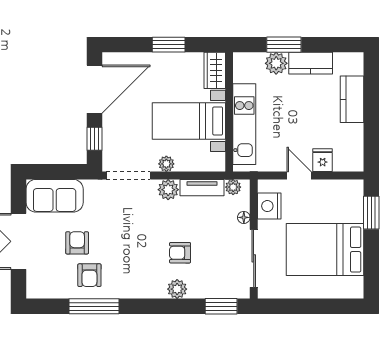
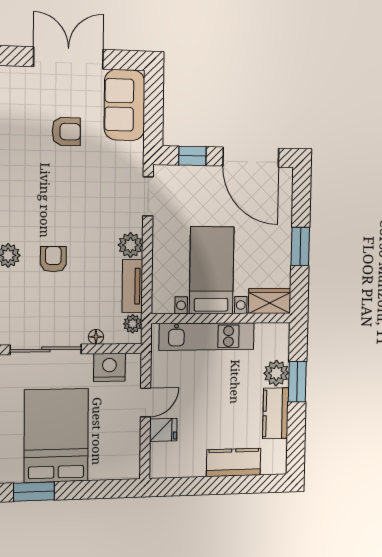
plant: (166, 164) -> (161, 243), removed
doorway: (128, 175) -> (148, 196), width x0.73
window: (371, 213) -> (34, 492), moved
armchair: (89, 275) -> (26, 146), removed

